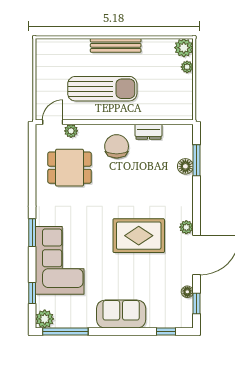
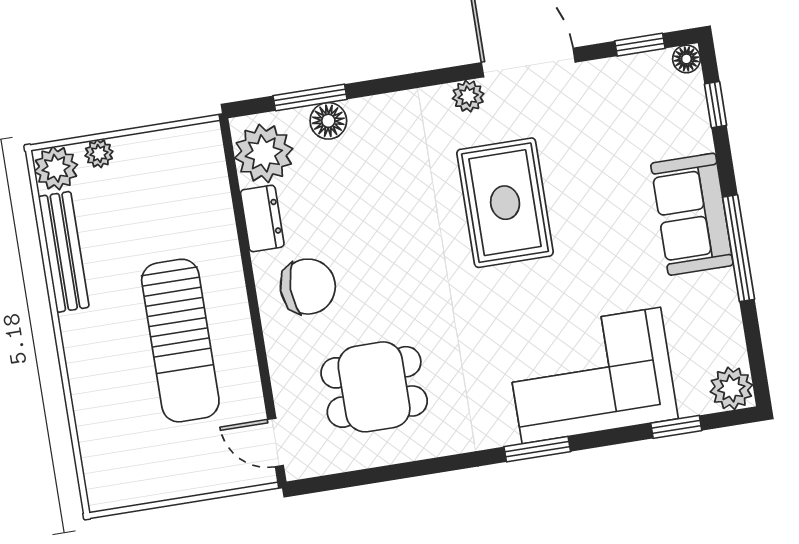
bench: (116, 45) -> (64, 252), moved
sun lounger: (102, 89) -> (180, 341), turned 180
plant: (71, 131) -> (264, 153), moved, width x1.88, depth x1.88
chair: (117, 146) -> (308, 287), turned 180
dining table: (70, 168) -> (374, 387), turned 90
floor lamp: (187, 292) -> (686, 59), moved
window: (65, 331) -> (739, 248), moved

